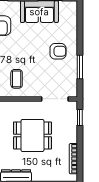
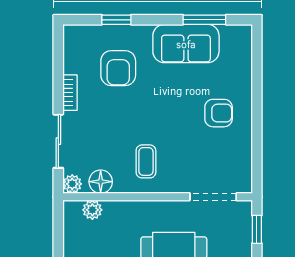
window: (80, 67) -> (257, 140), removed

